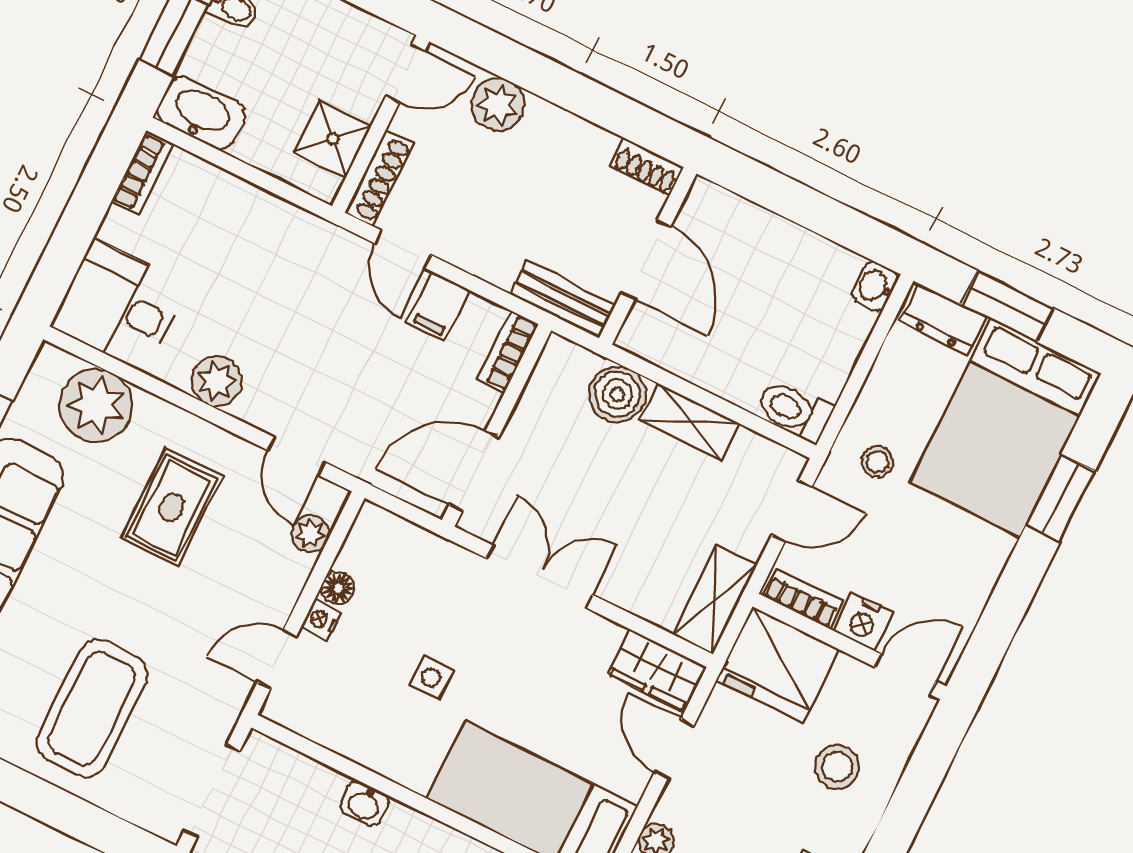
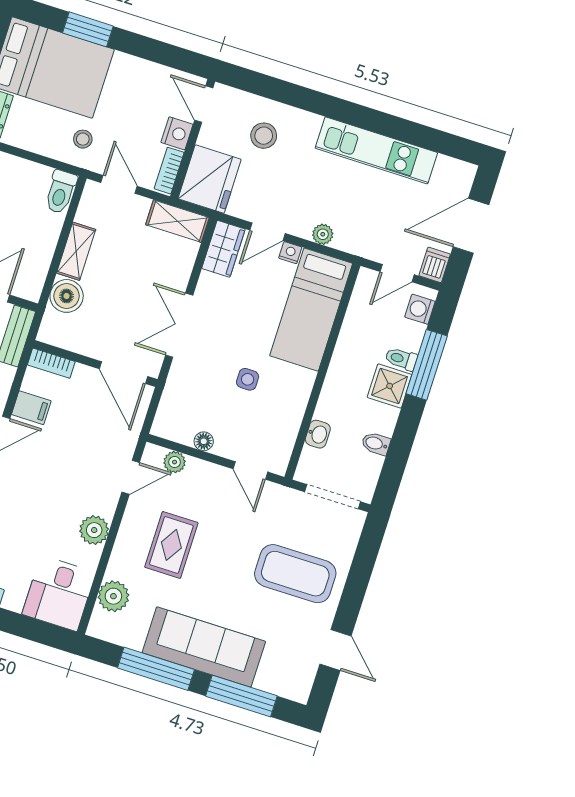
plant: (96, 405) -> (113, 596), width x0.73, depth x0.73
rug: (172, 507) -> (171, 545), turned 90
nightstand: (321, 620) -> (290, 253), moved, turned 180
washbasin: (365, 804) -> (318, 434), moved

